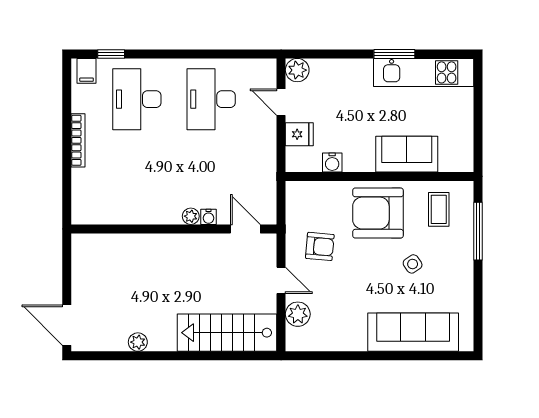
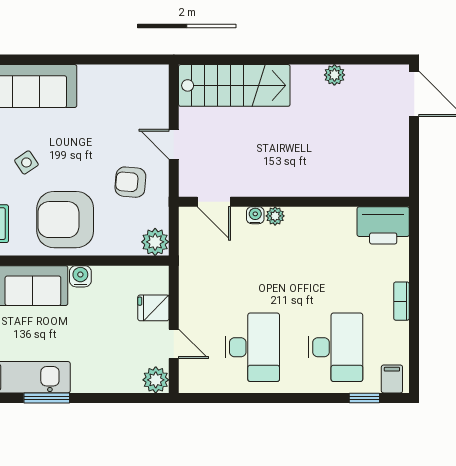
bookcase: (78, 140) -> (401, 301), width x0.64
water cooler: (332, 162) -> (80, 276), moved
printer: (94, 208) -> (383, 225), added
armchair: (378, 213) -> (65, 220), turned 180
plant: (298, 314) -> (155, 242), moved

